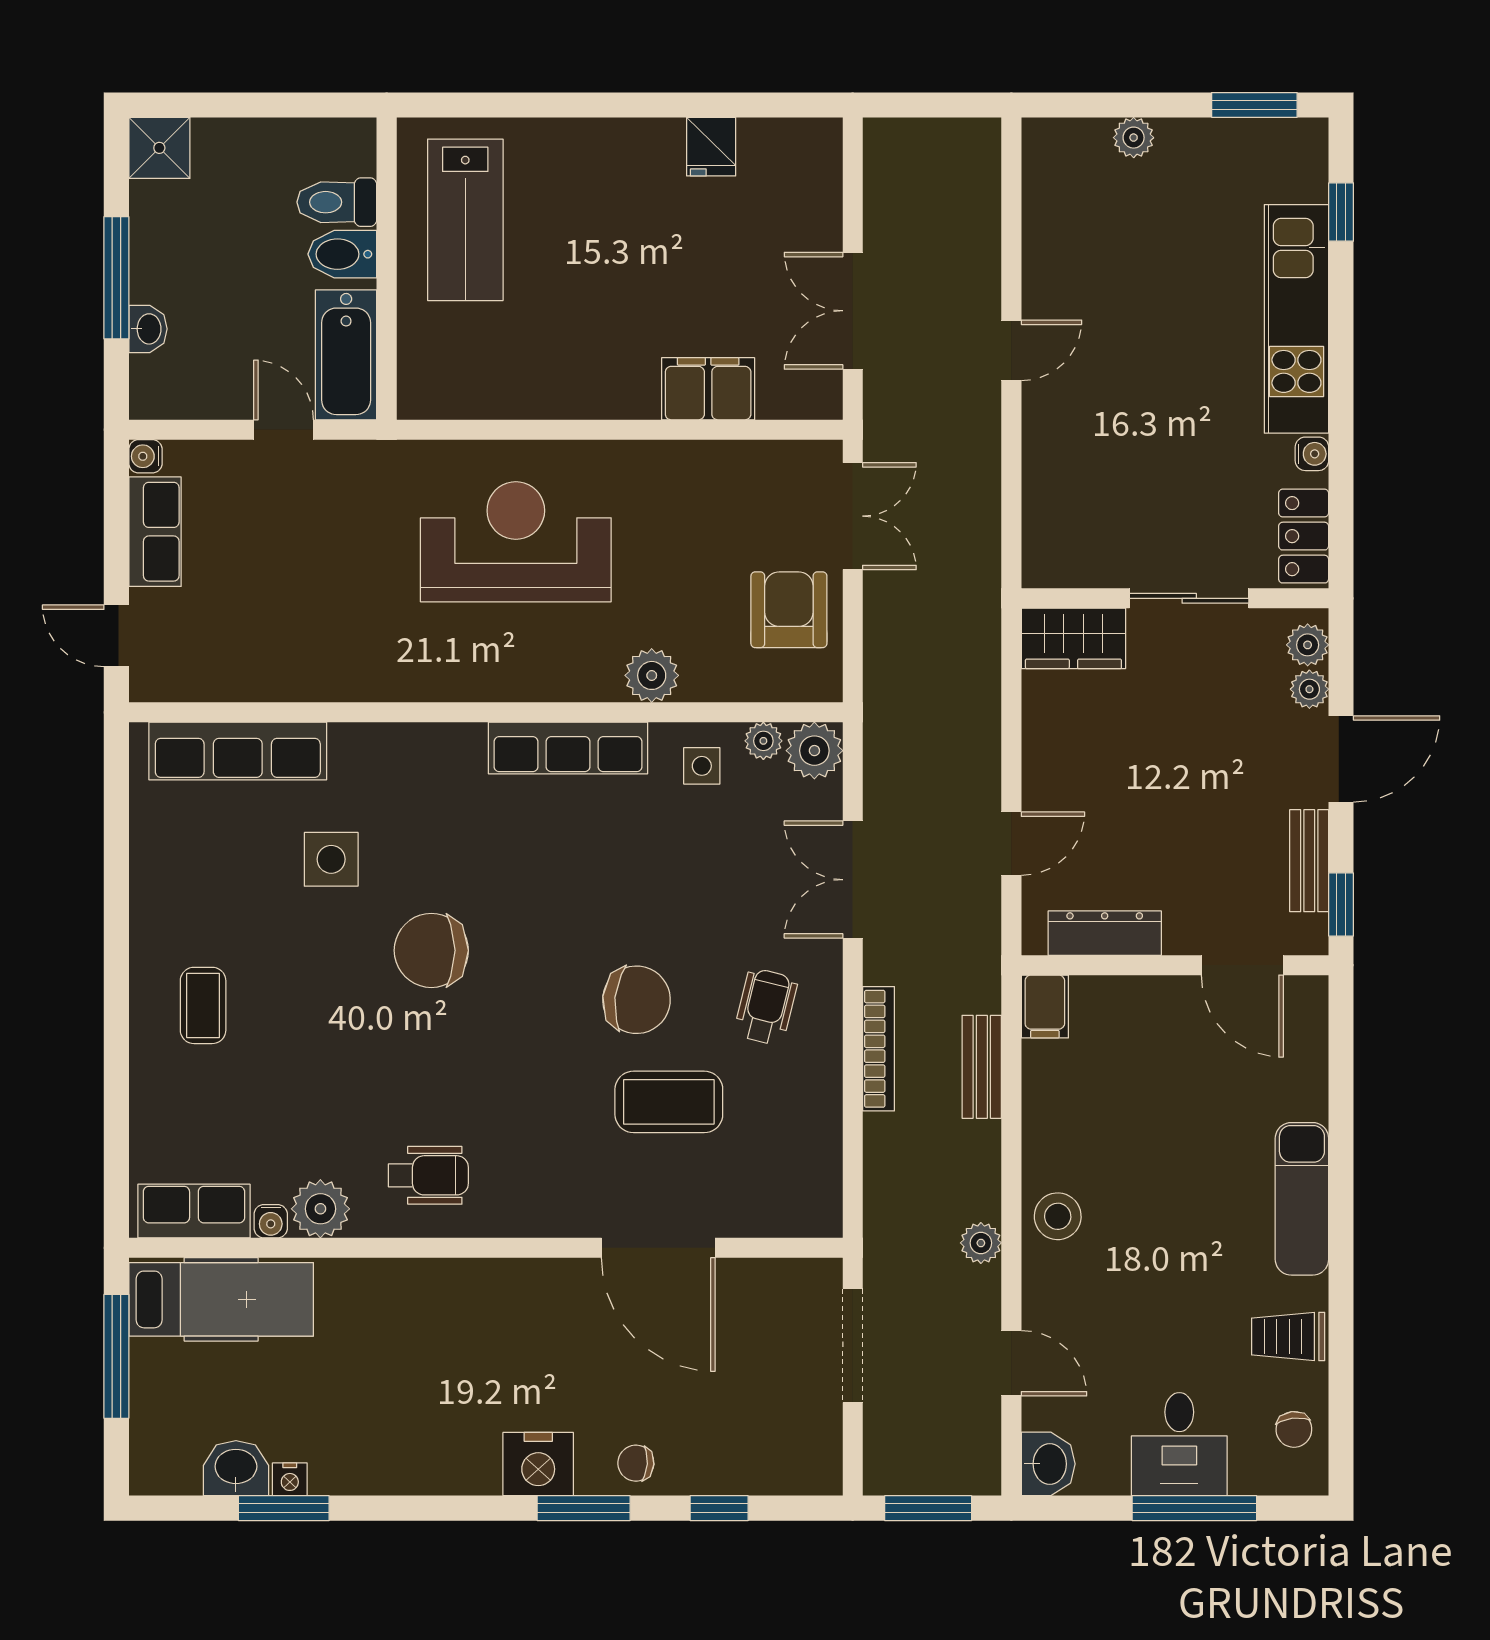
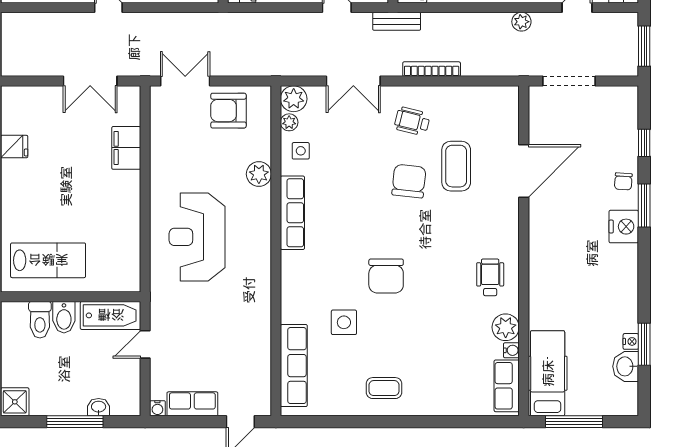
coffee table: (203, 1005) -> (384, 388), moved
bench: (982, 1067) -> (397, 21), moved

